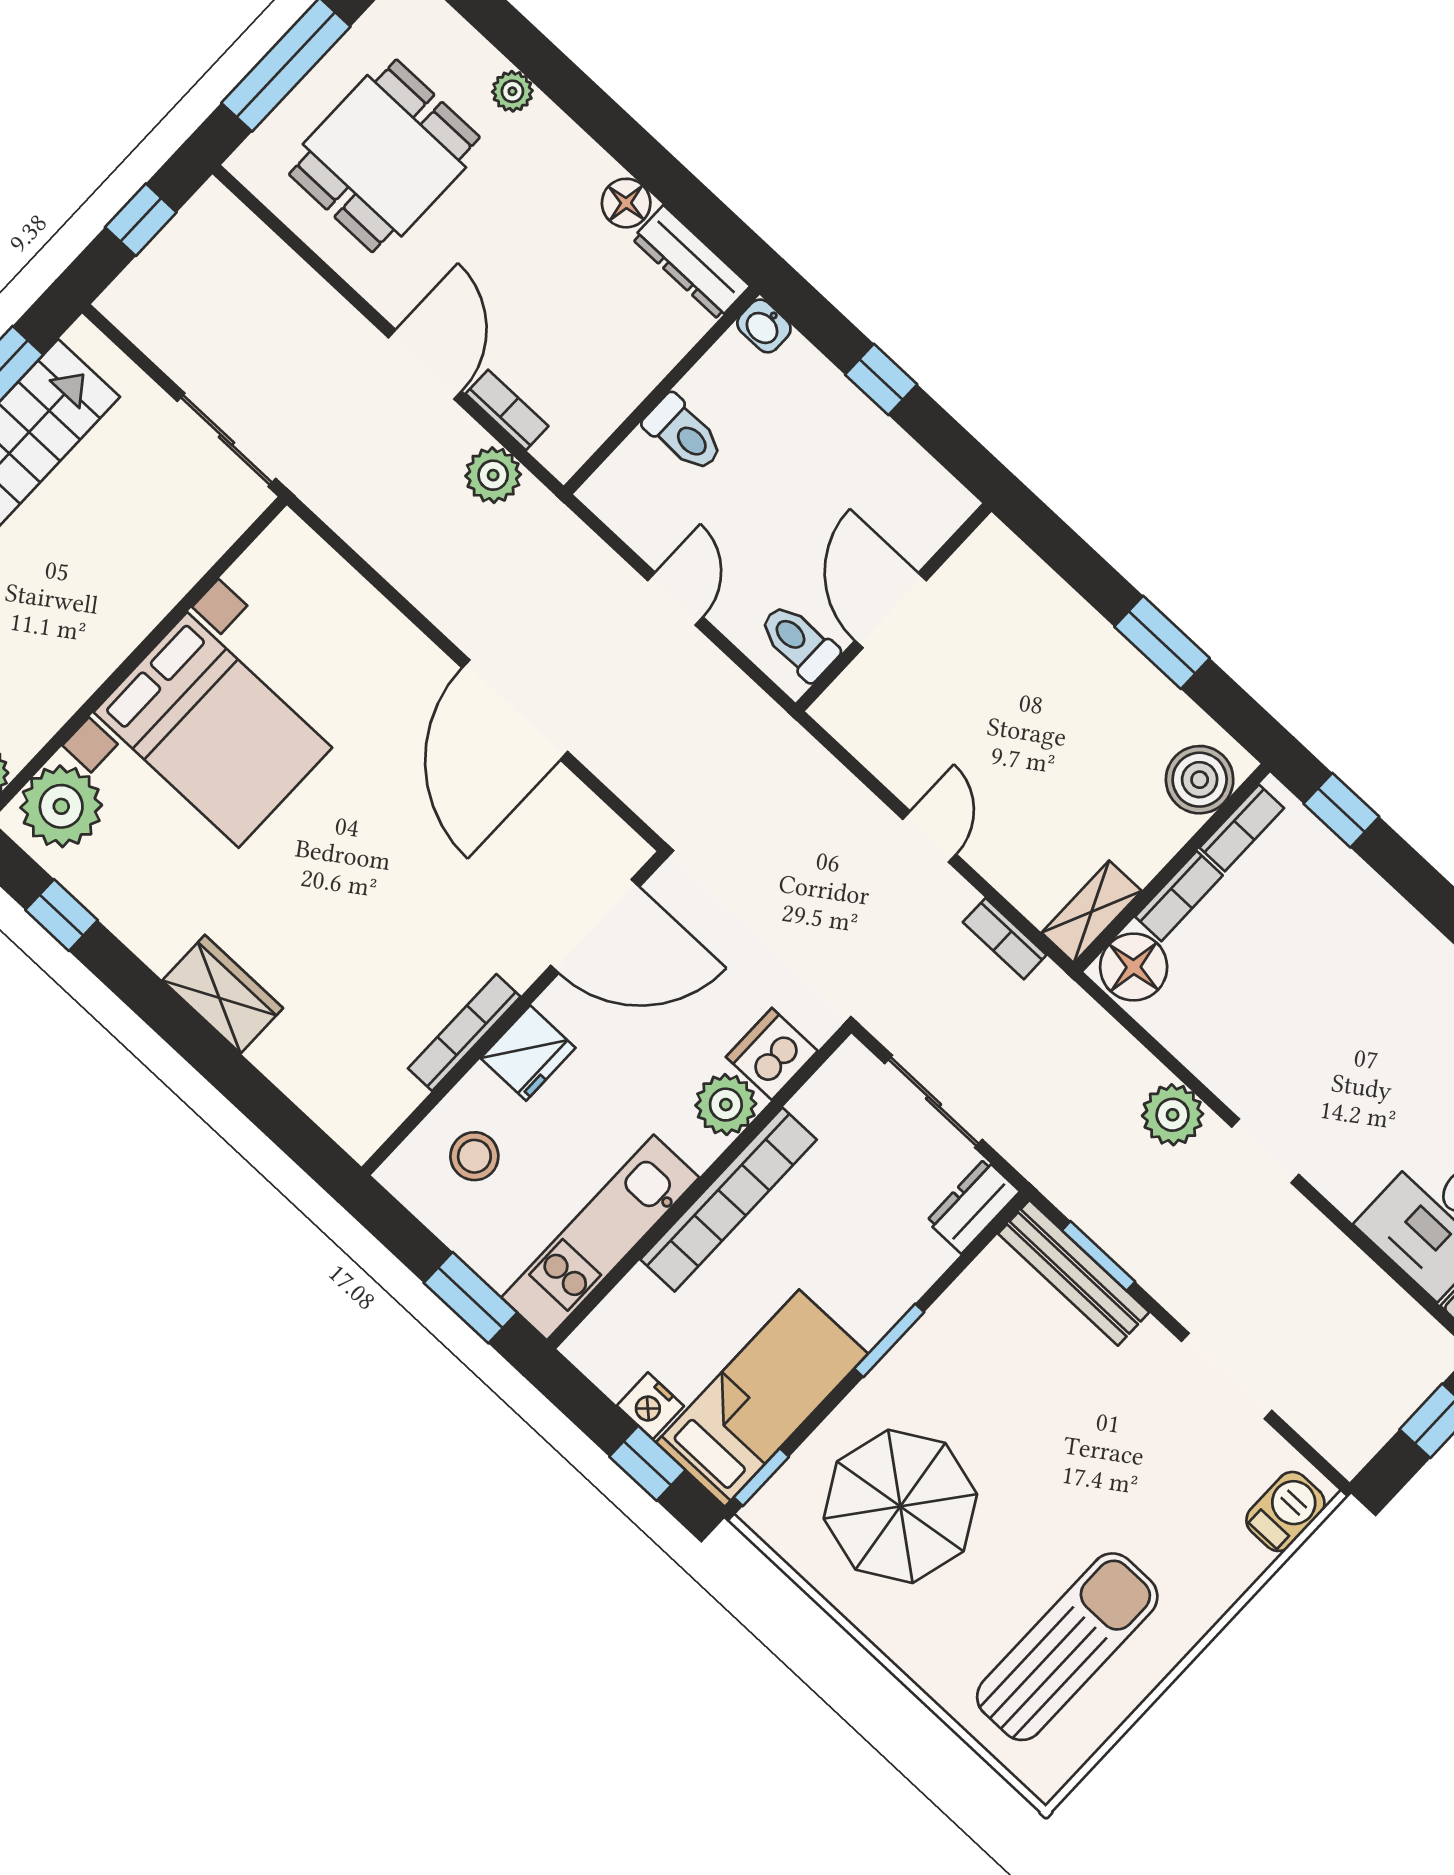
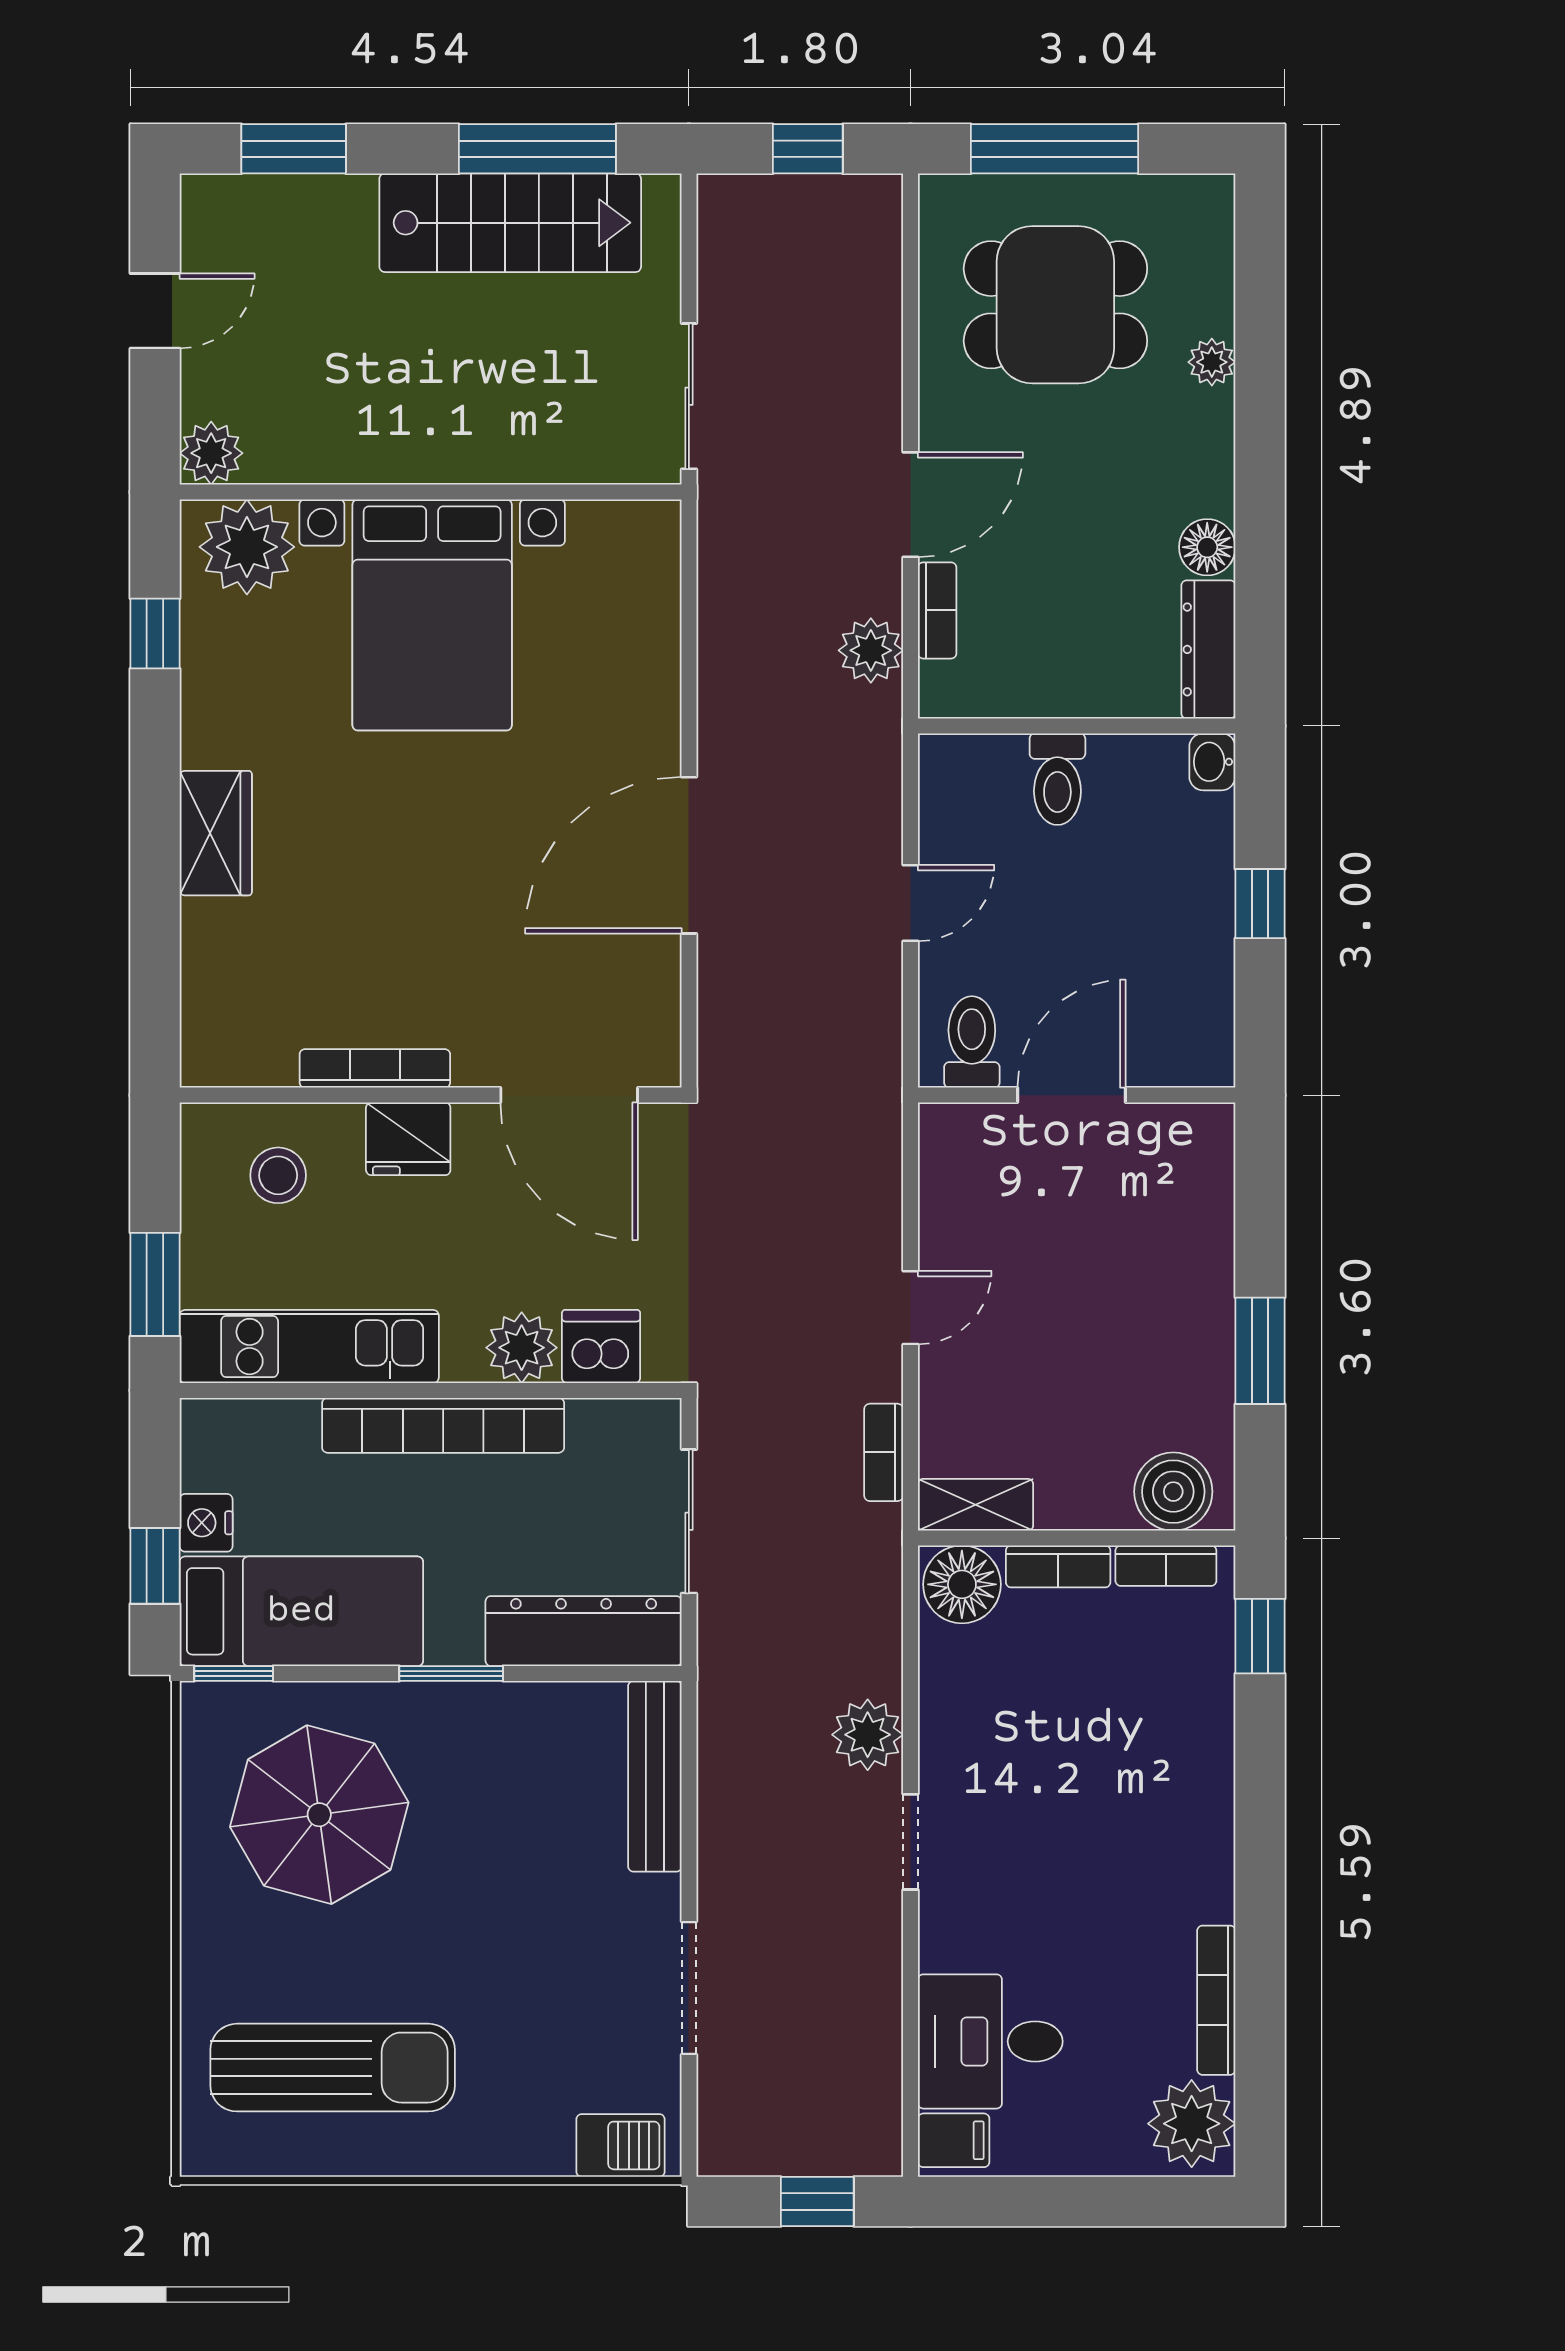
dresser: (973, 1206) -> (584, 1631), width x1.96, depth x1.24
window: (1099, 1256) -> (689, 1784), removed

